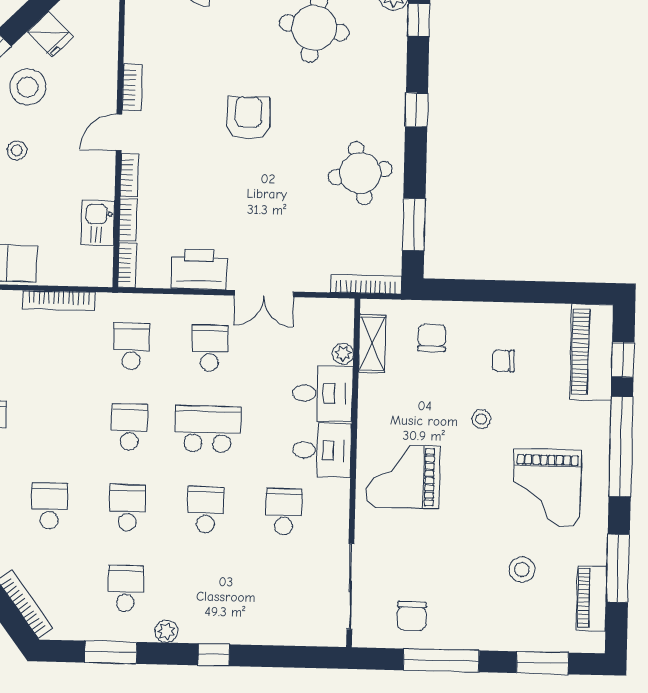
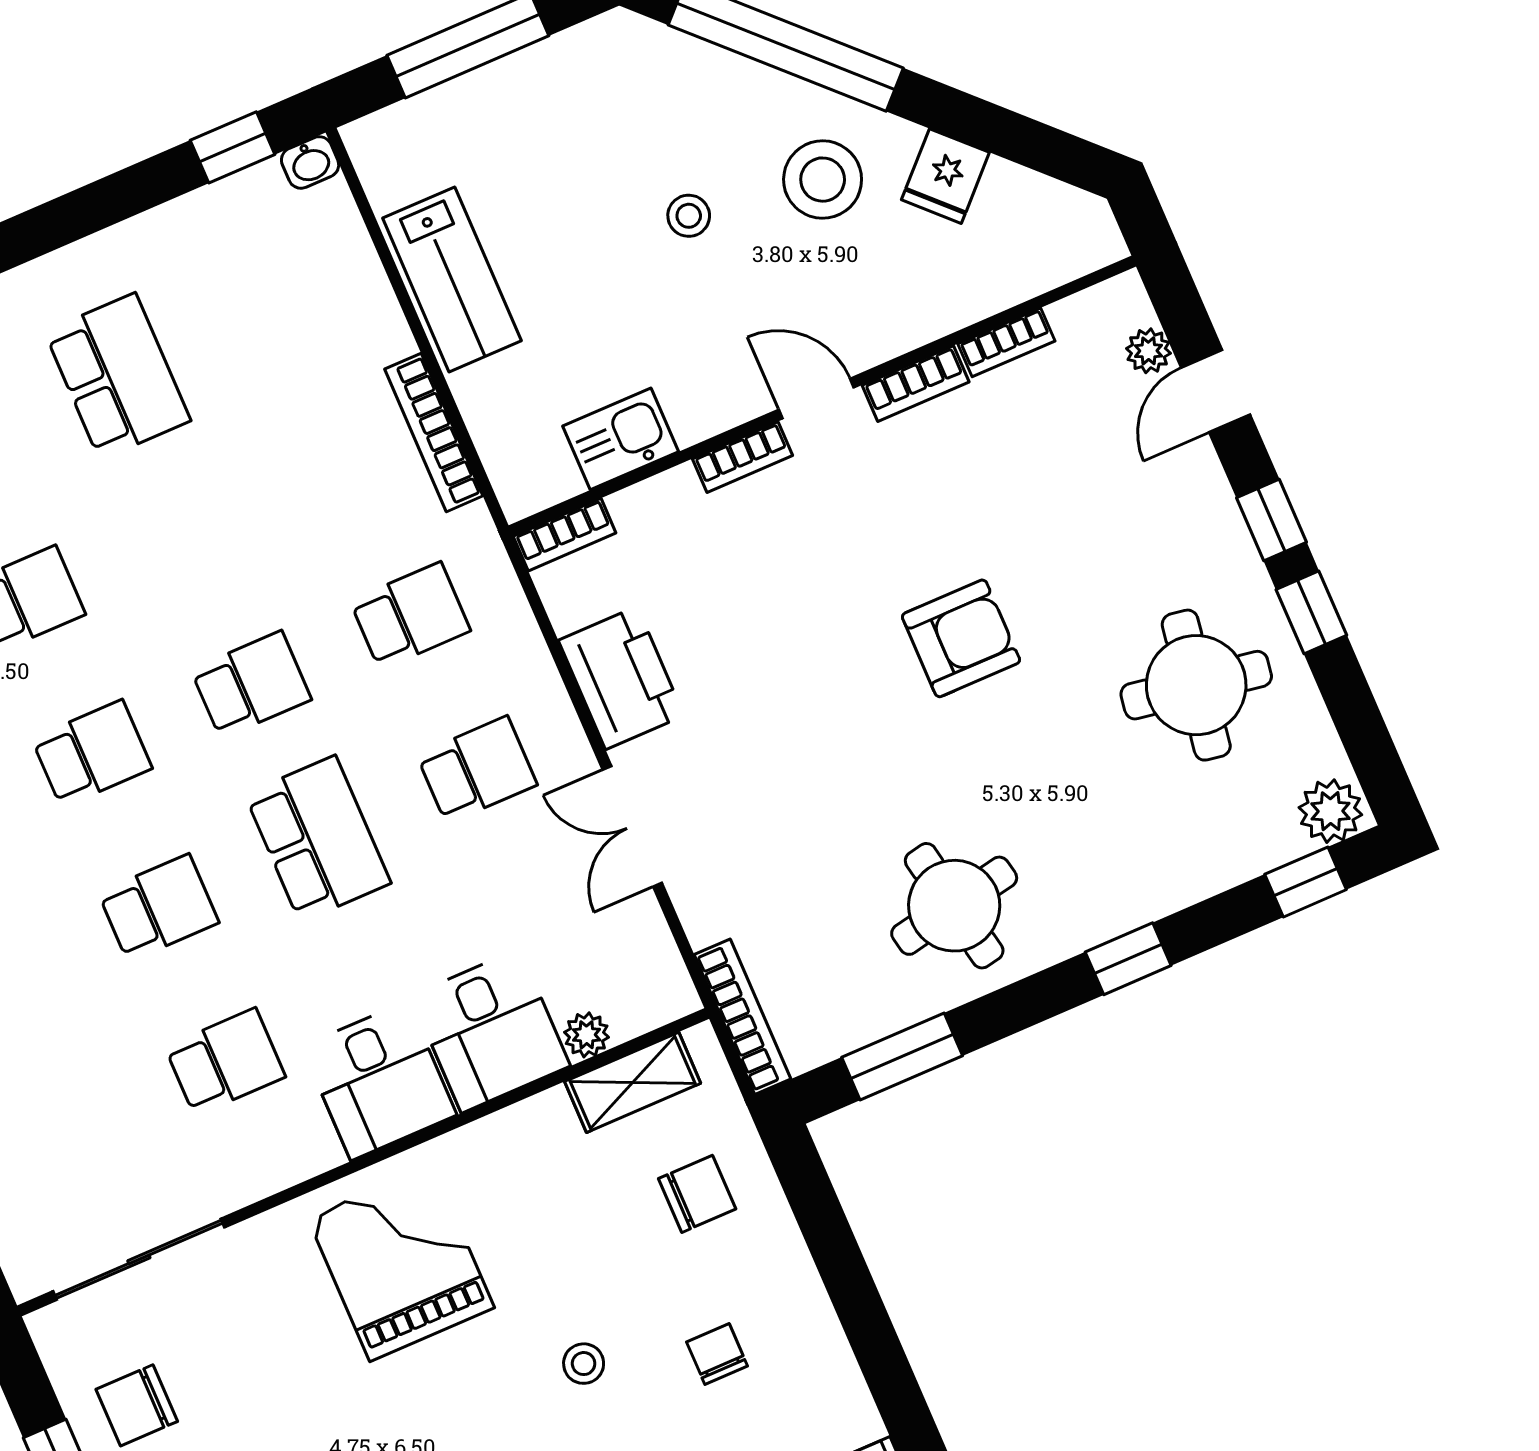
bookcase: (128, 220) -> (1006, 342), moved

